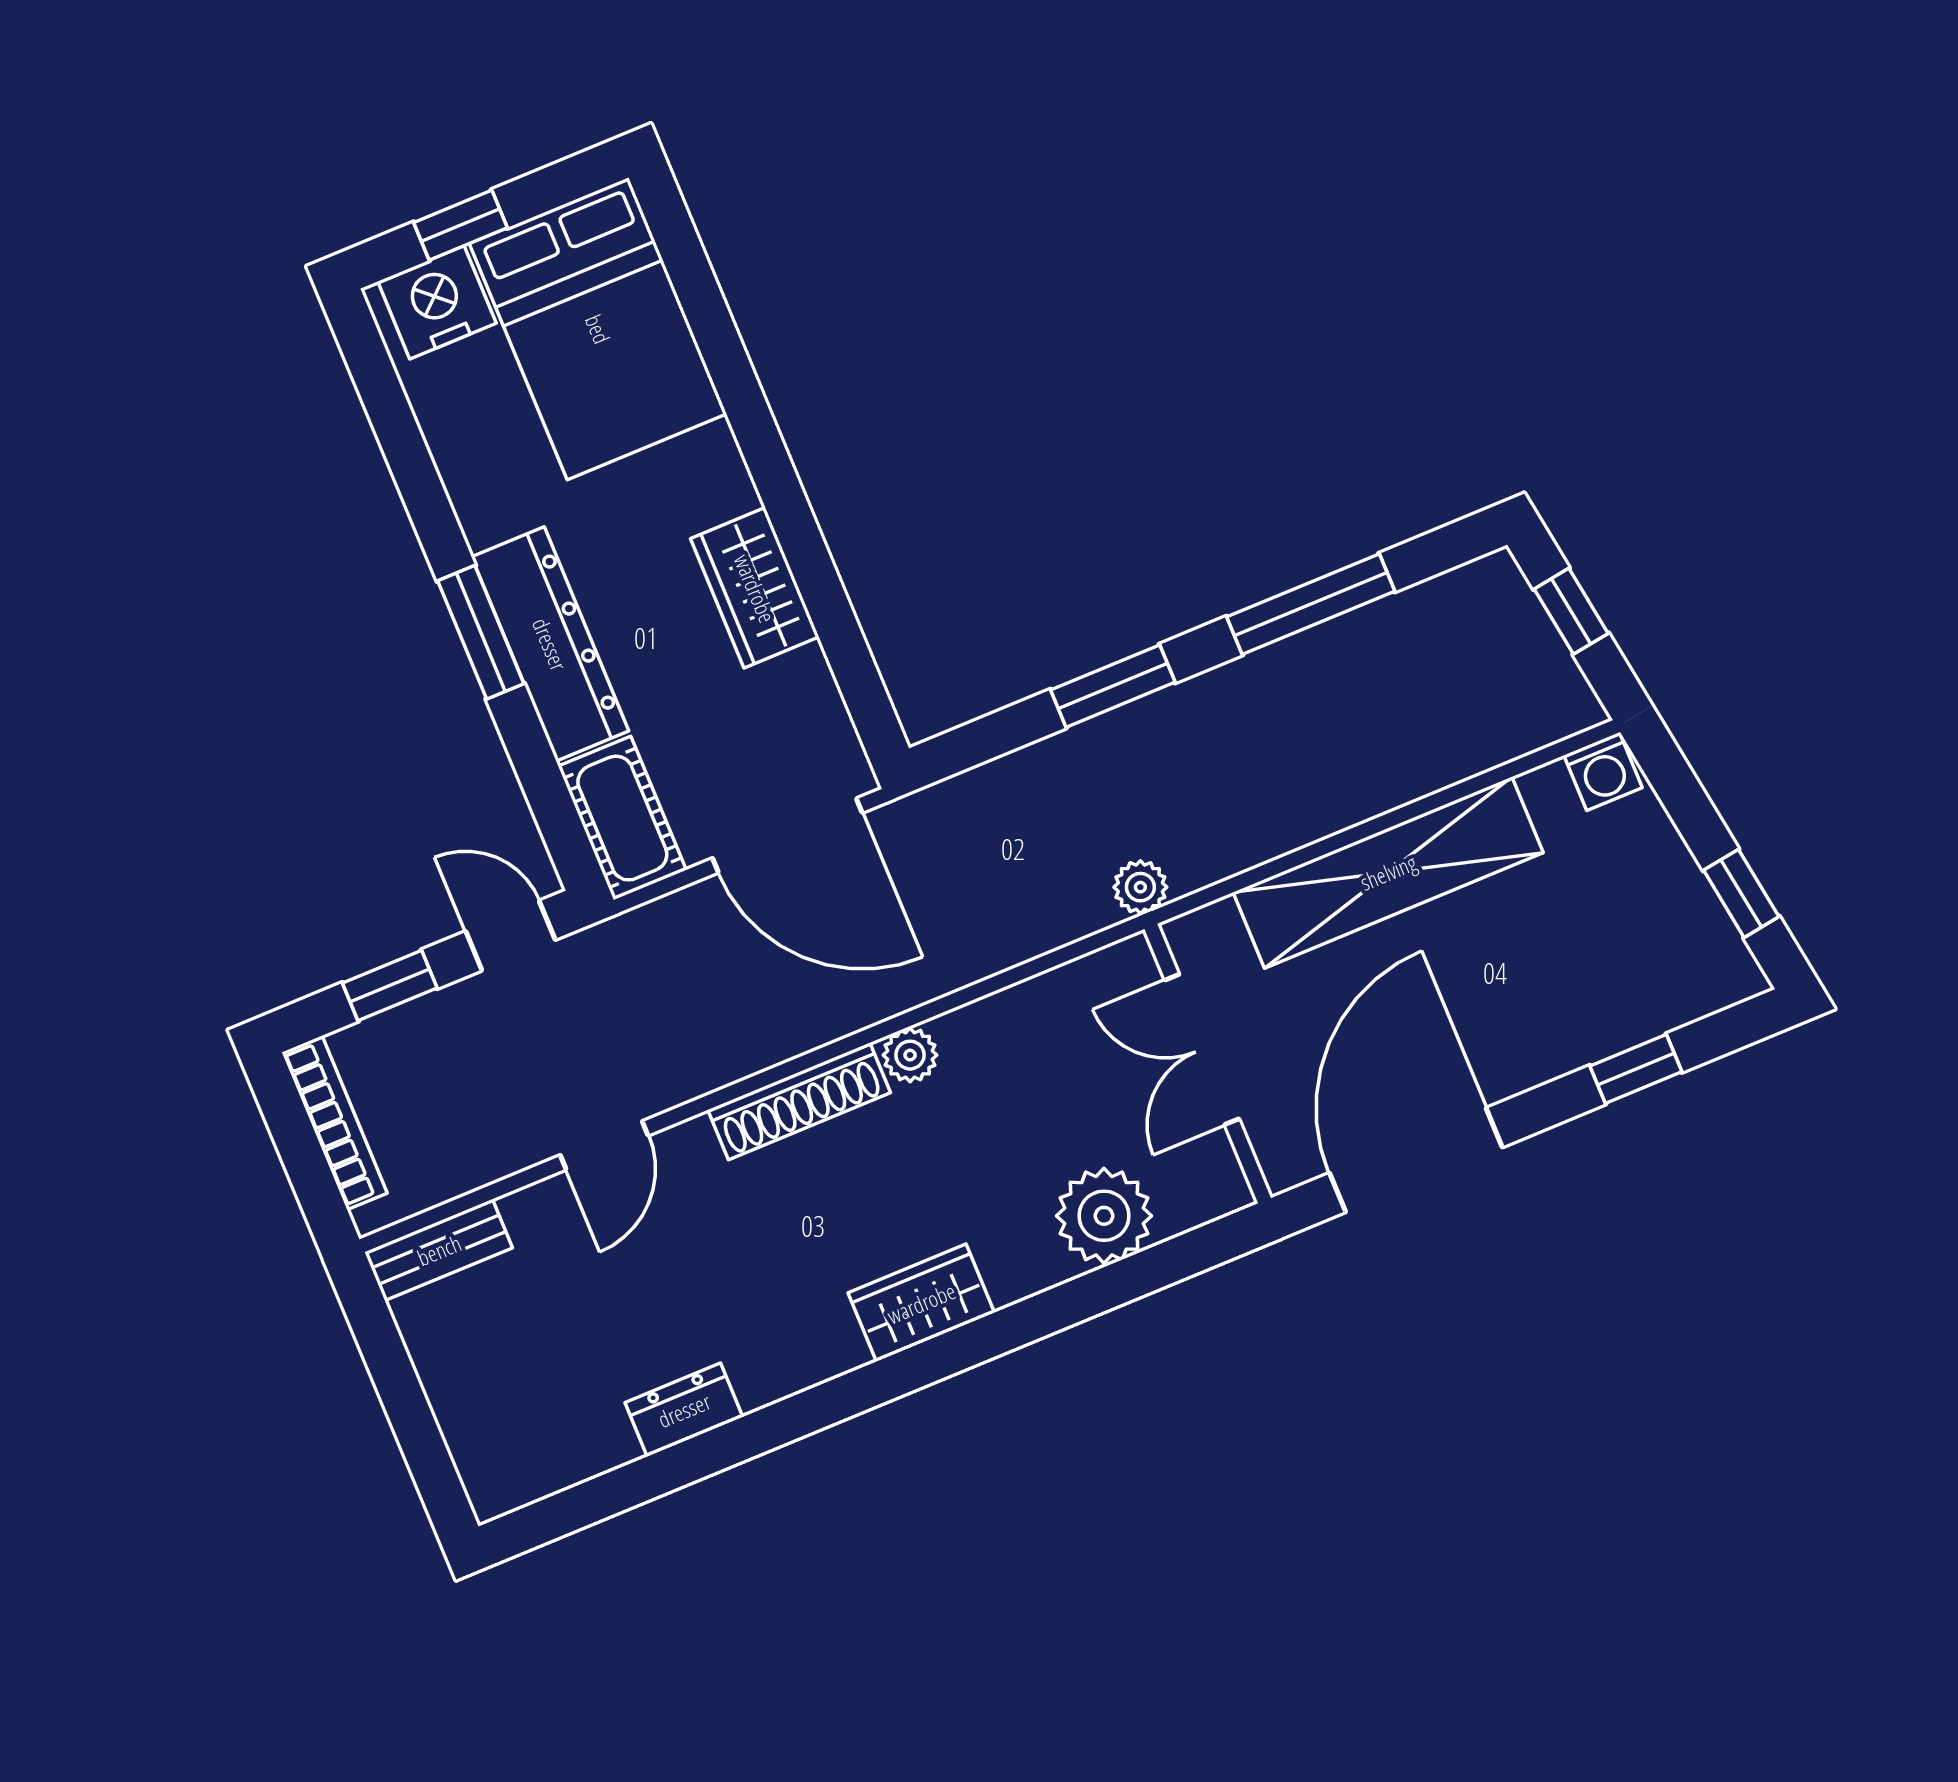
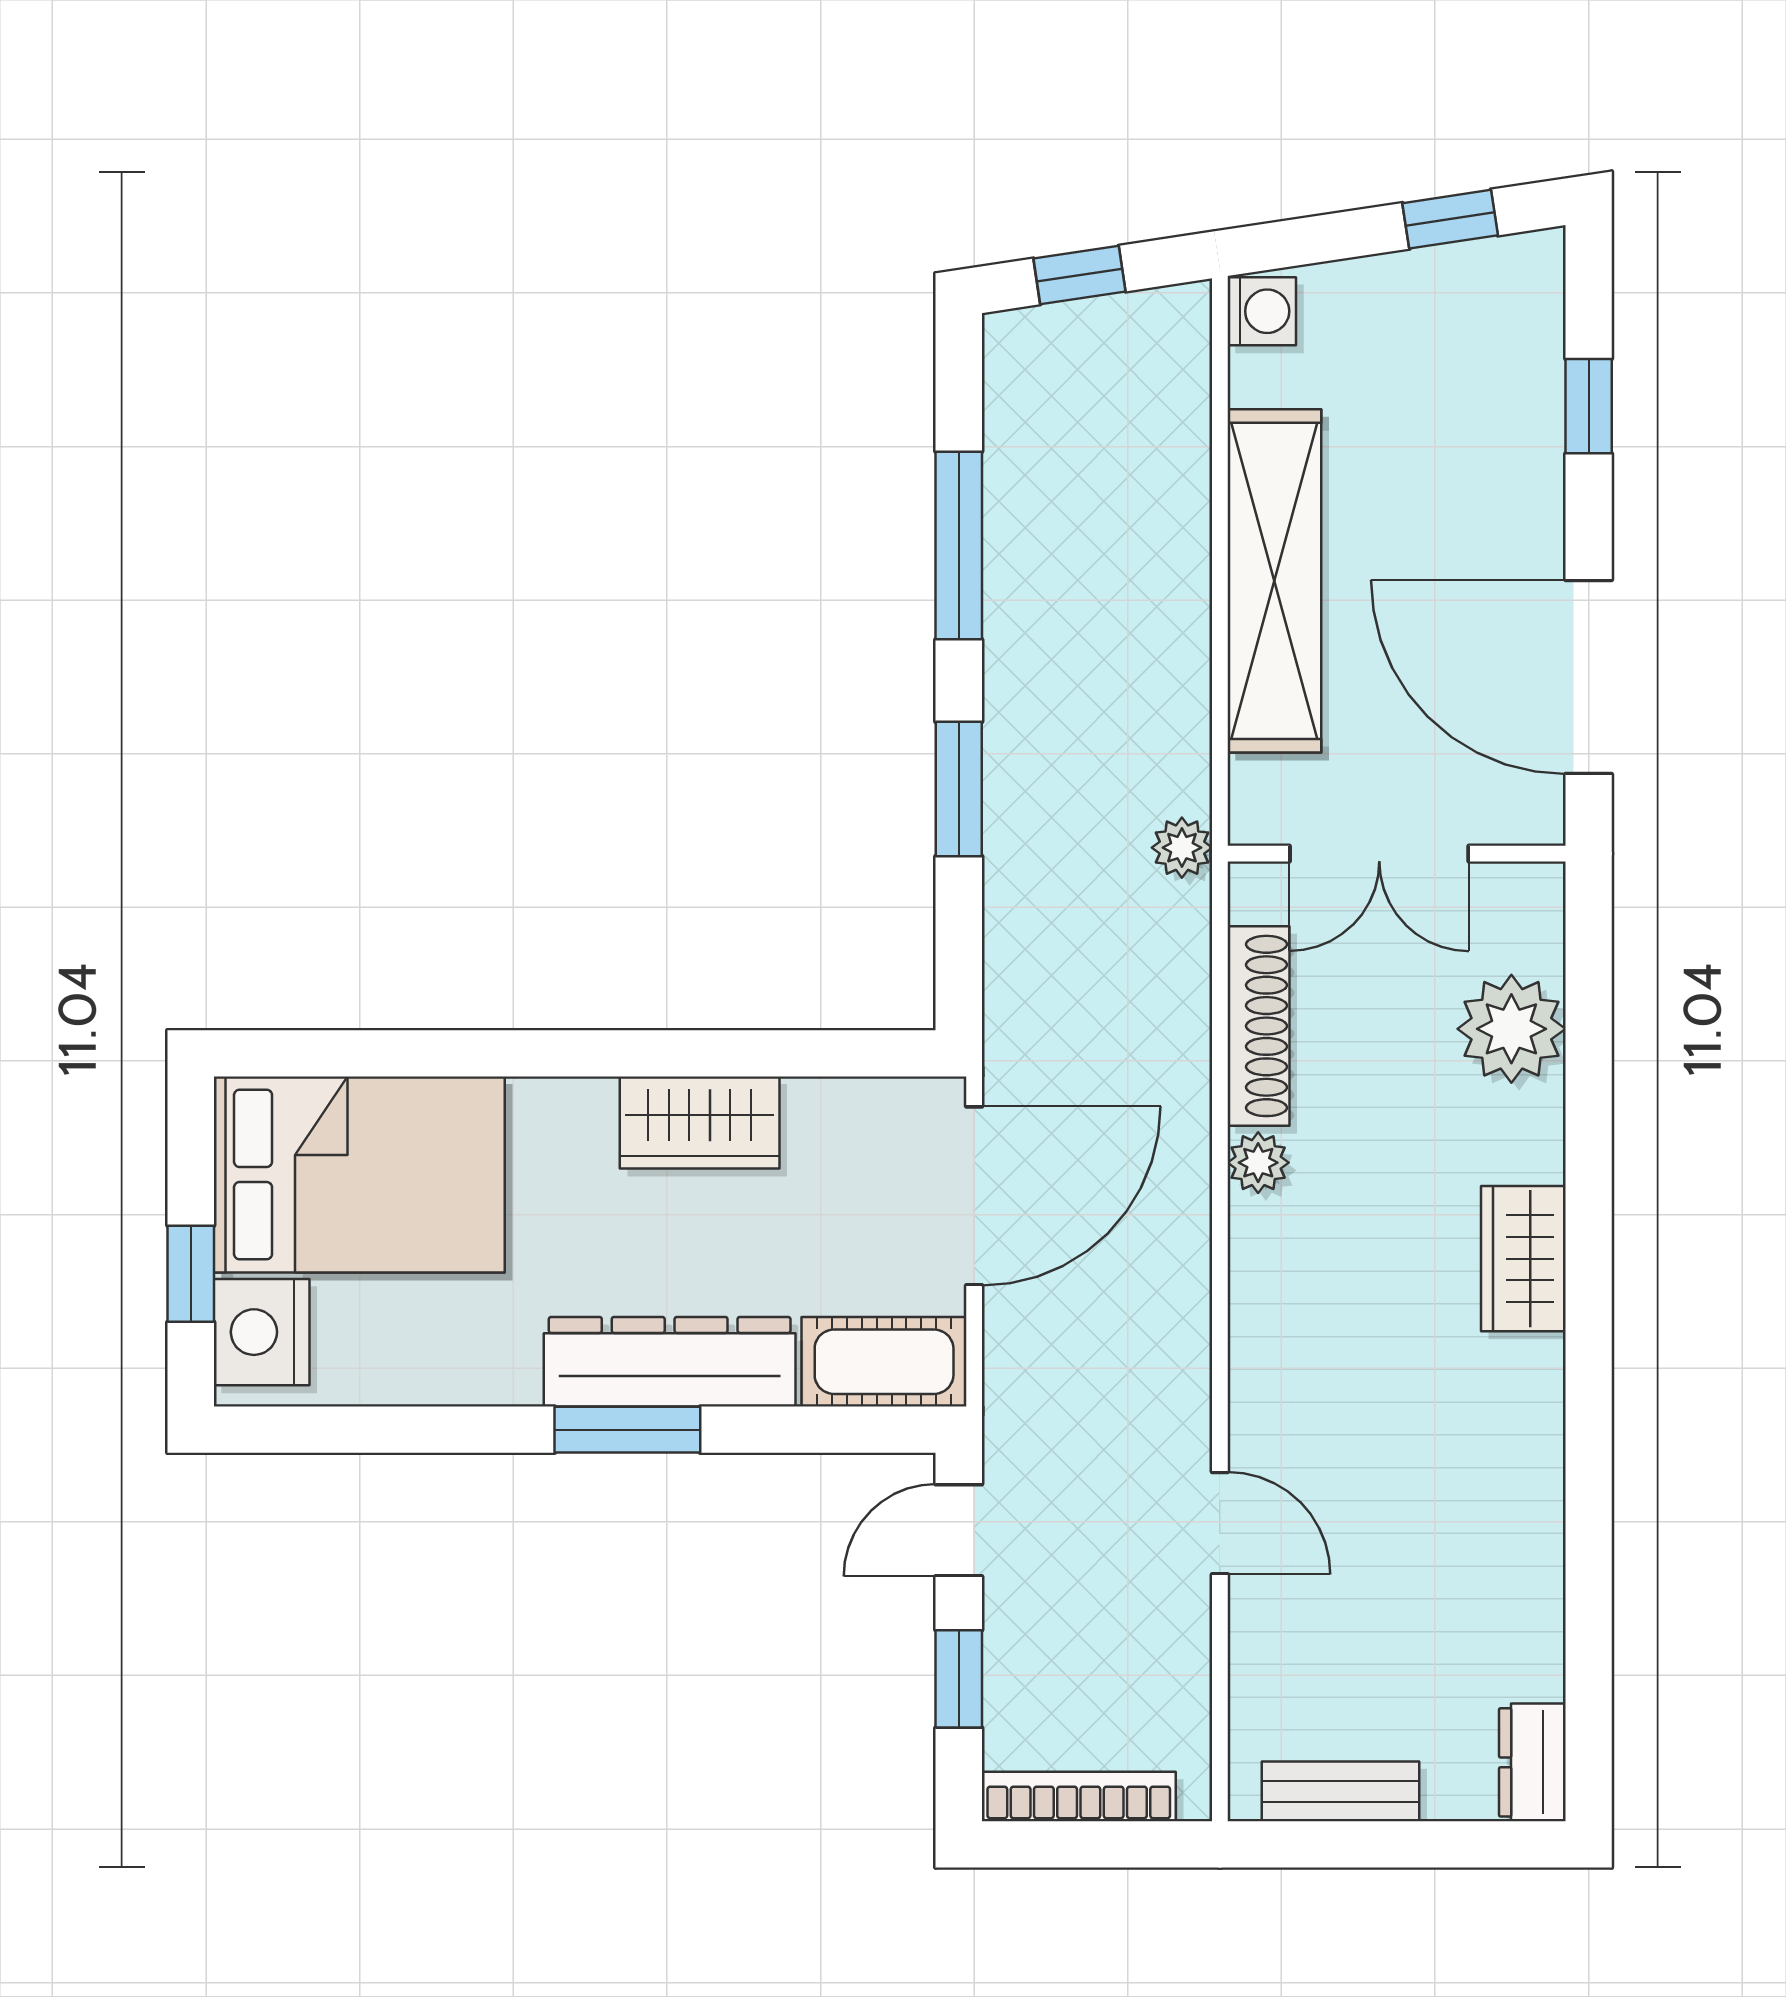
shoe rack: (799, 1101) -> (1258, 1026), moved
bench: (439, 1250) -> (1341, 1791), moved, turned 90
dresser: (684, 1410) -> (1532, 1762), moved

